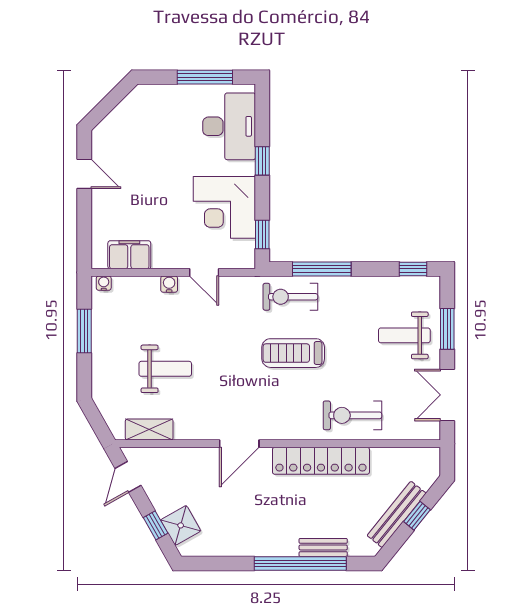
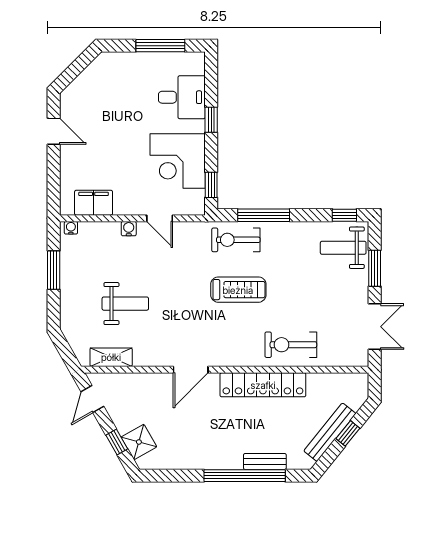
desk: (229, 126) -> (182, 97), width x0.73
weight bench: (404, 335) -> (343, 248), moved
treadmill: (293, 353) -> (238, 290), turned 180
double door: (447, 395) -> (375, 327), swing flipped

